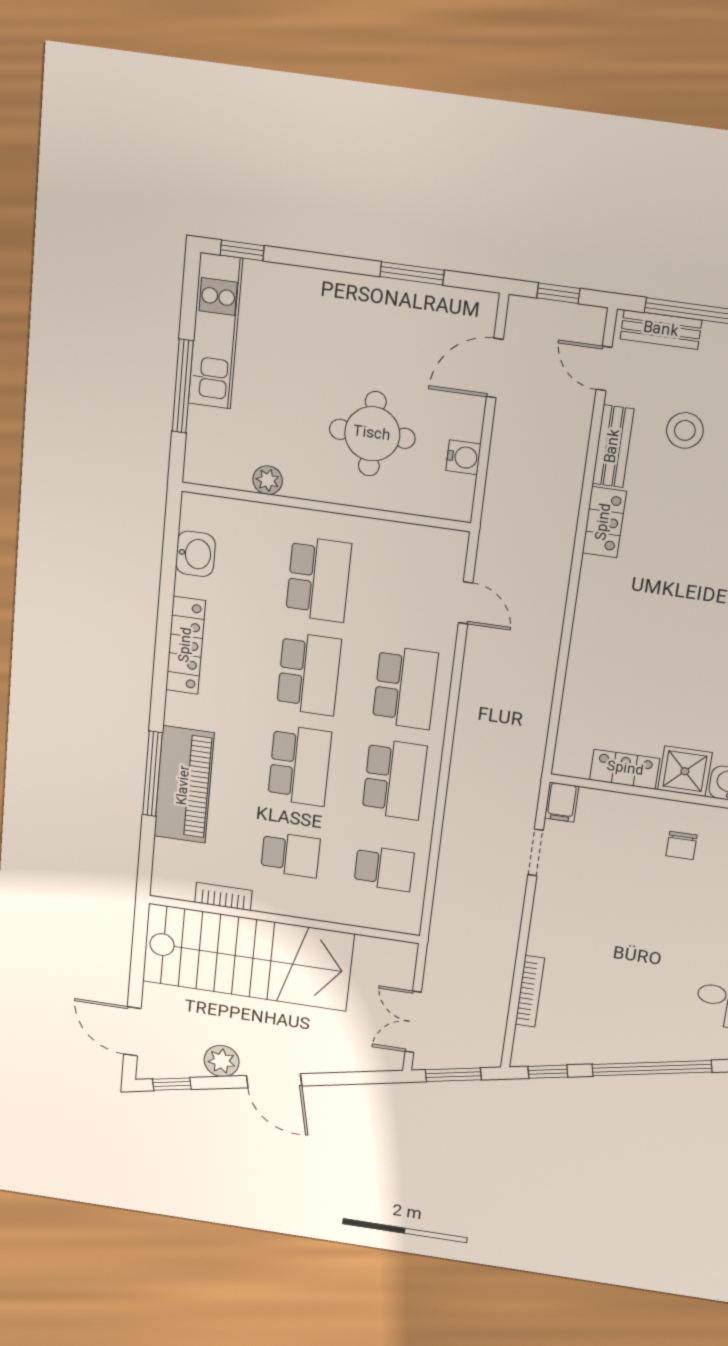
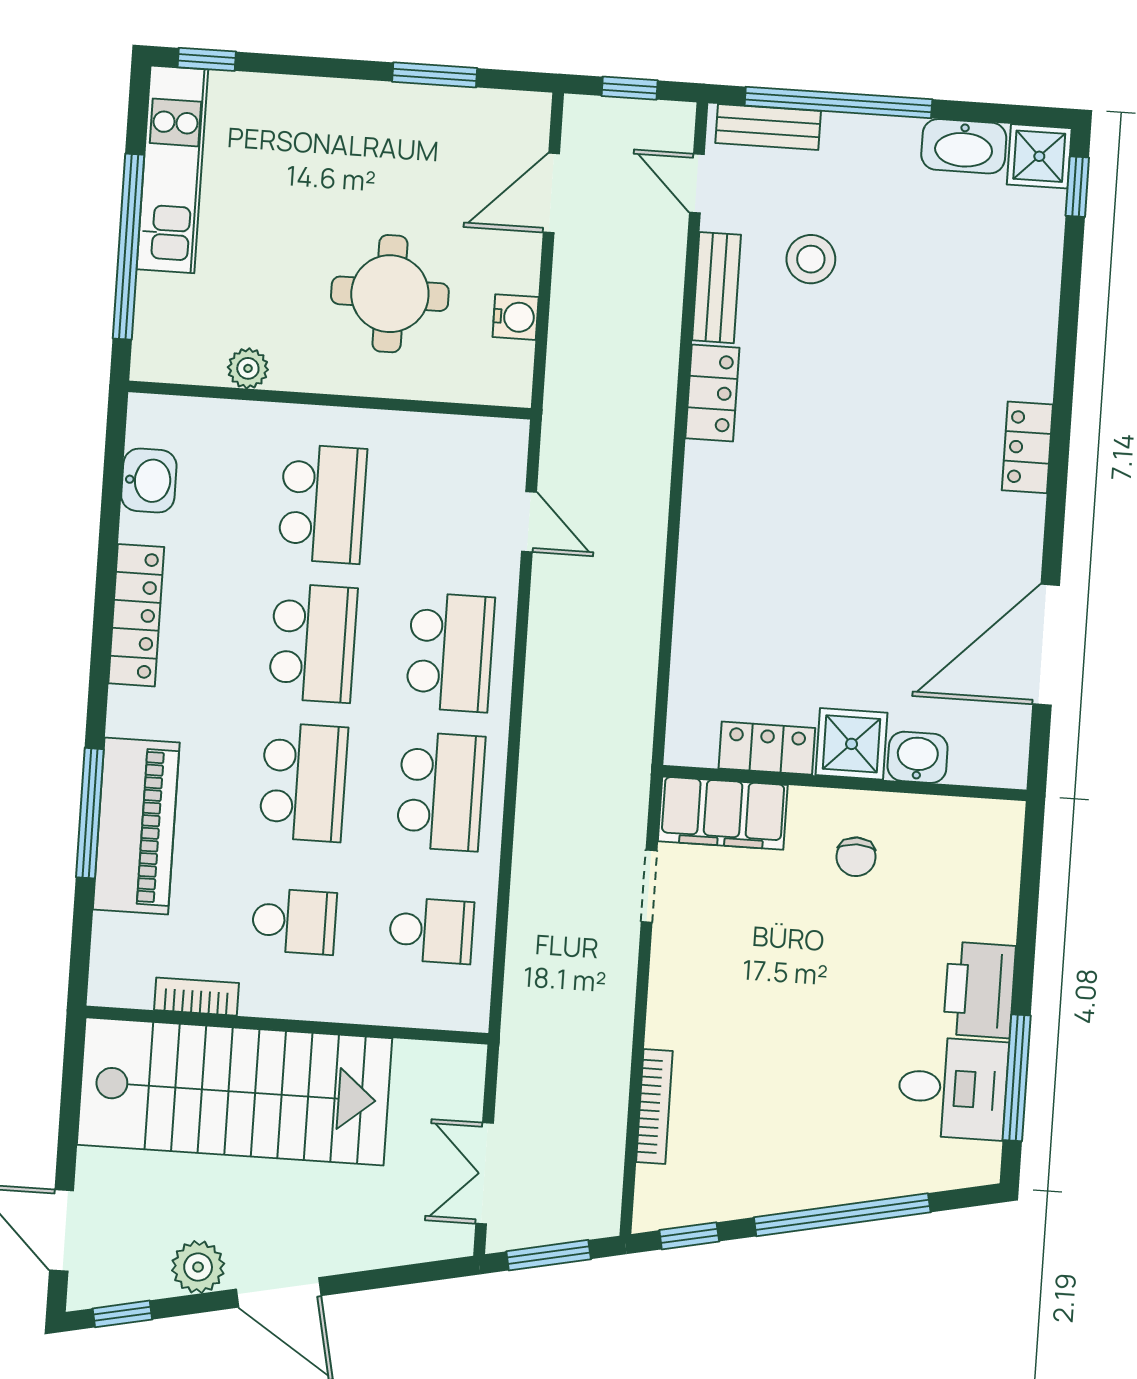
window: (183, 386) -> (129, 247), width x1.46
filing cabinet: (562, 802) -> (723, 813), width x3.00, depth x1.17

